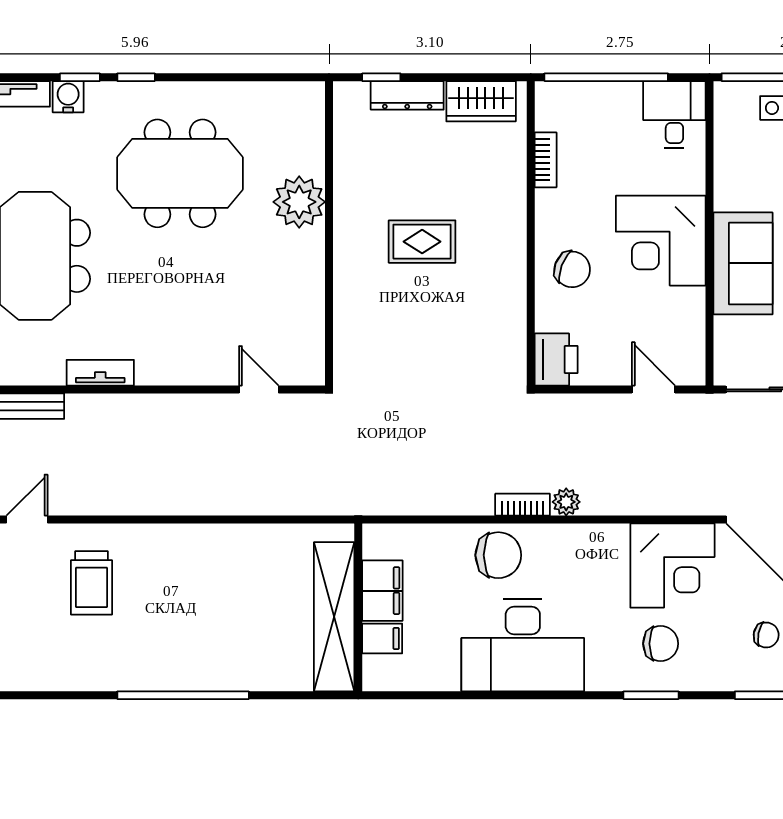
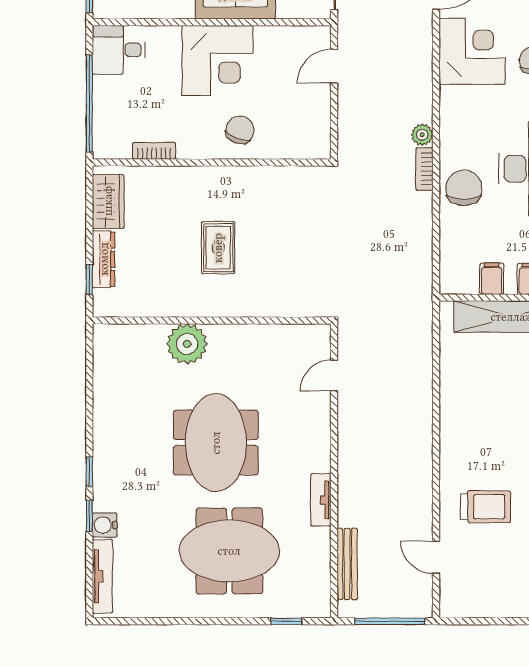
meeting table: (180, 173) -> (216, 443), moved
printer: (556, 359) -> (311, 143), removed
filing cabinet: (382, 591) -> (492, 279), width x0.50

